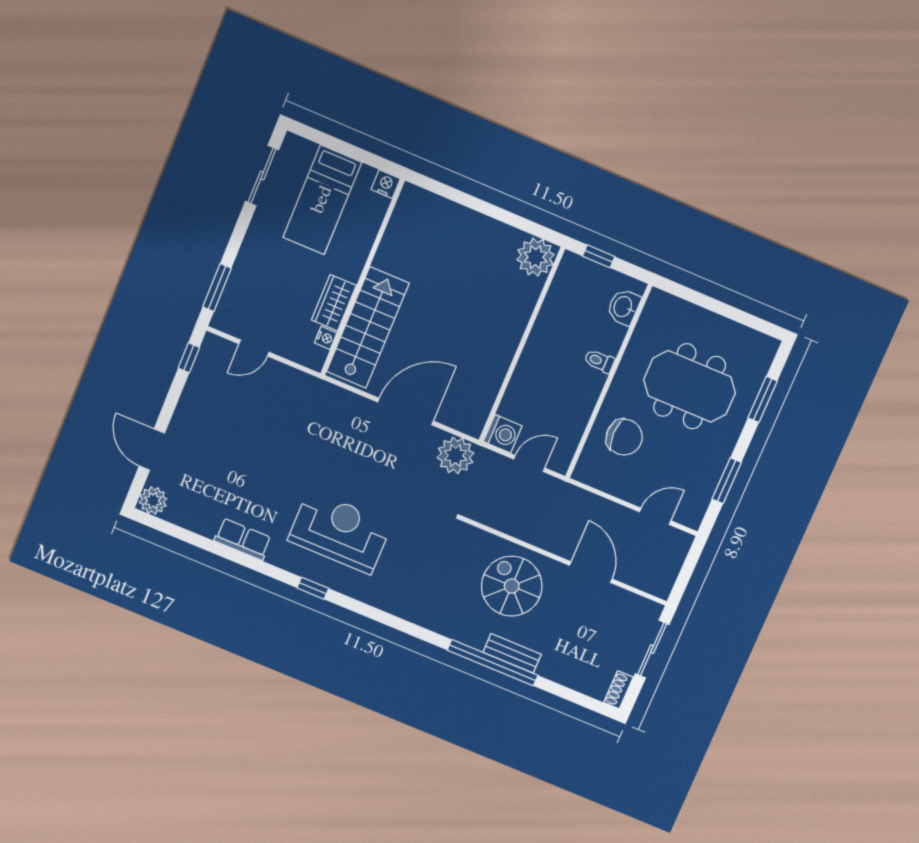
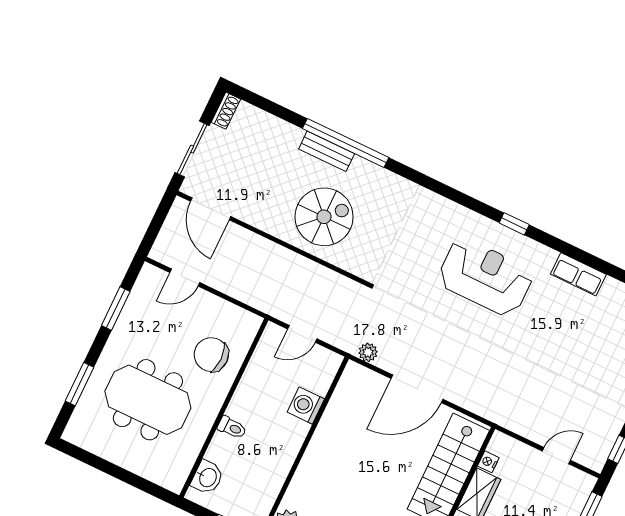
washing machine: (503, 434) -> (306, 405), moved
plant: (456, 455) -> (368, 352), width x0.53, depth x0.53
reception desk: (340, 532) -> (485, 277), turned 180
door: (591, 572) -> (211, 209), moved
spiral stairs: (512, 586) -> (324, 217), turned -90

